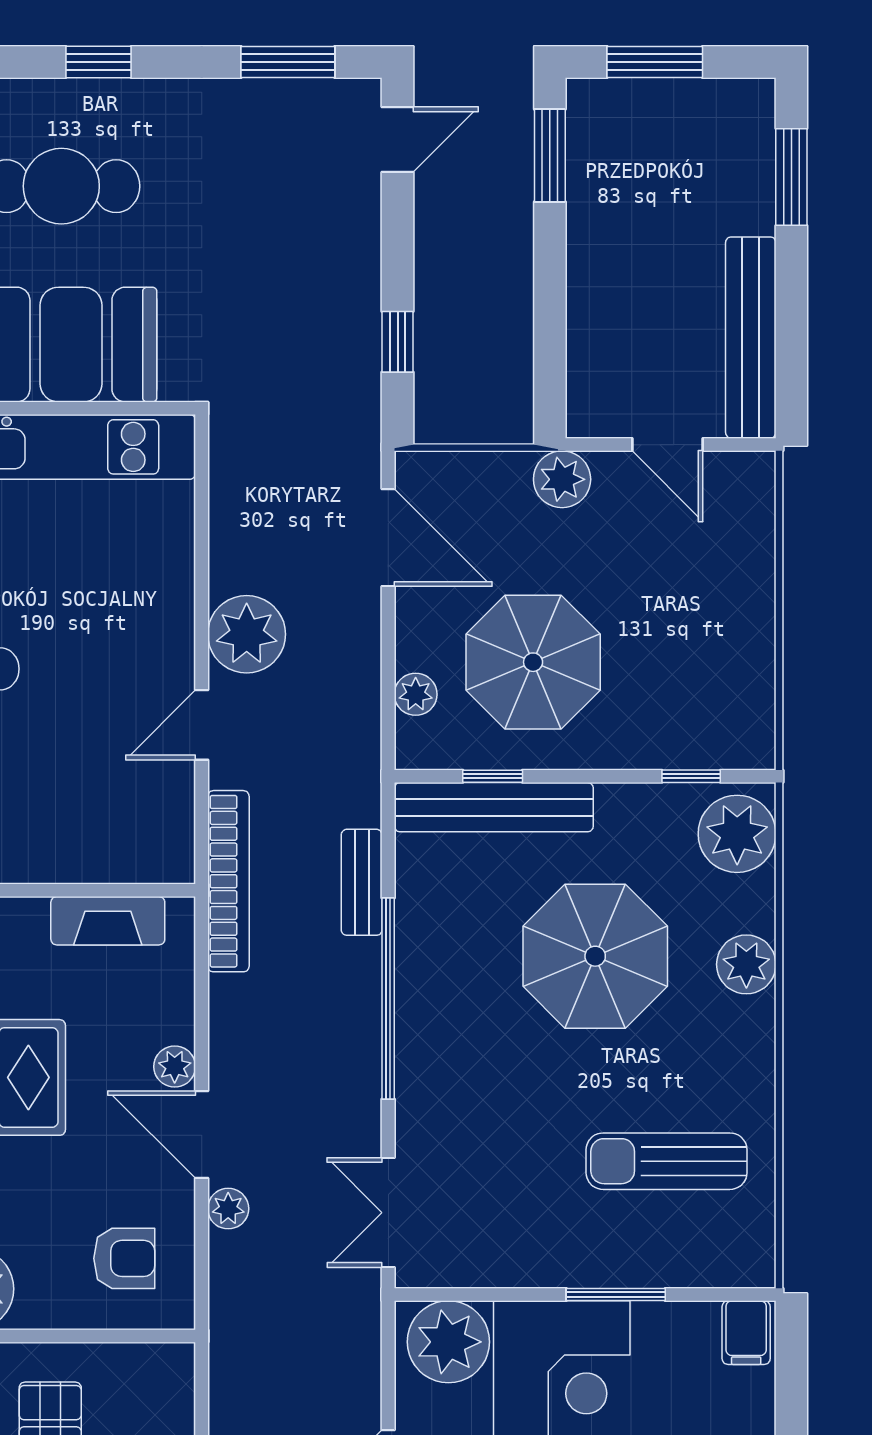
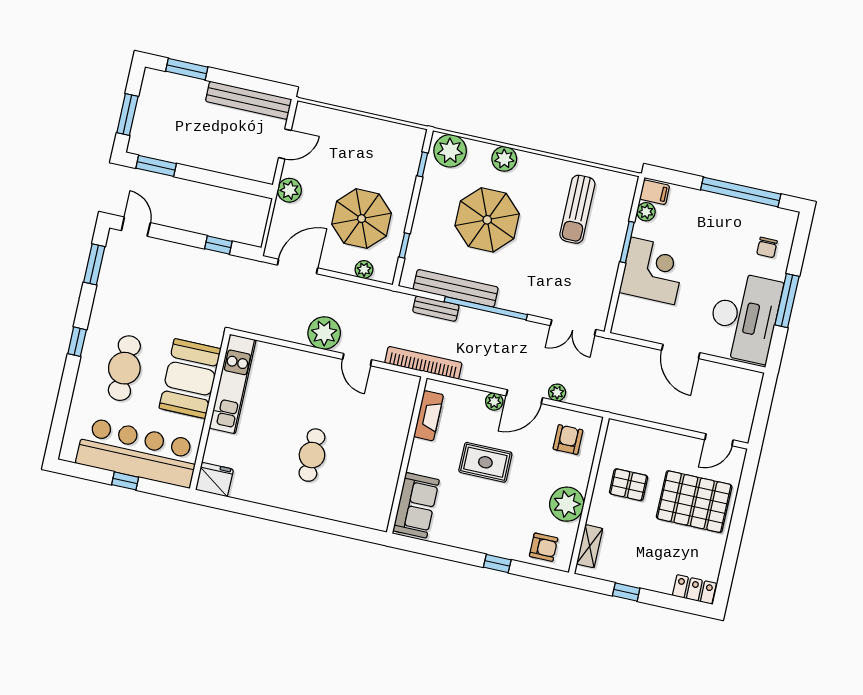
bench: (494, 807) -> (456, 288), moved, turned 90
plant: (448, 1342) -> (646, 212), moved, width x0.53, depth x0.53

